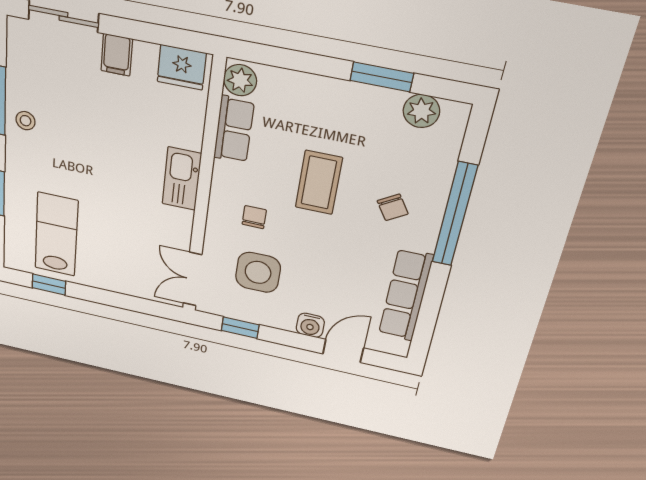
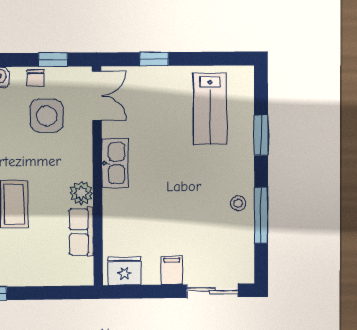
plant: (240, 80) -> (81, 193), moved
kitchen sink: (182, 179) -> (115, 163), moved
chair: (254, 217) -> (35, 78), moved
window: (49, 285) -> (154, 59), moved

